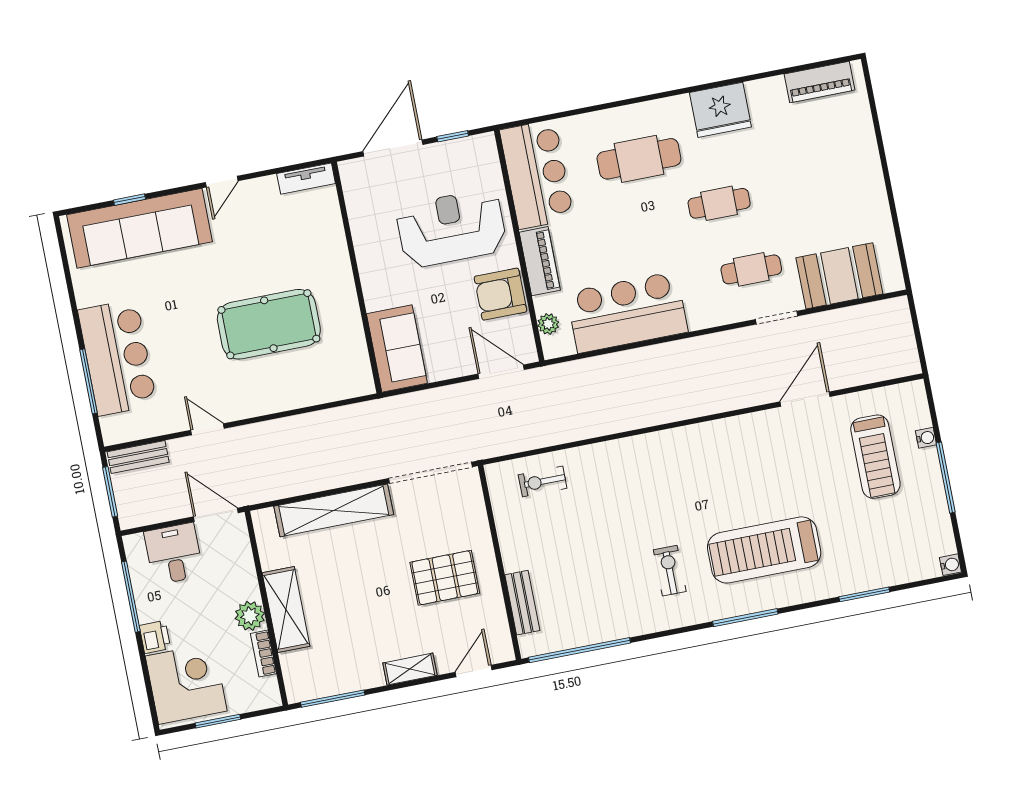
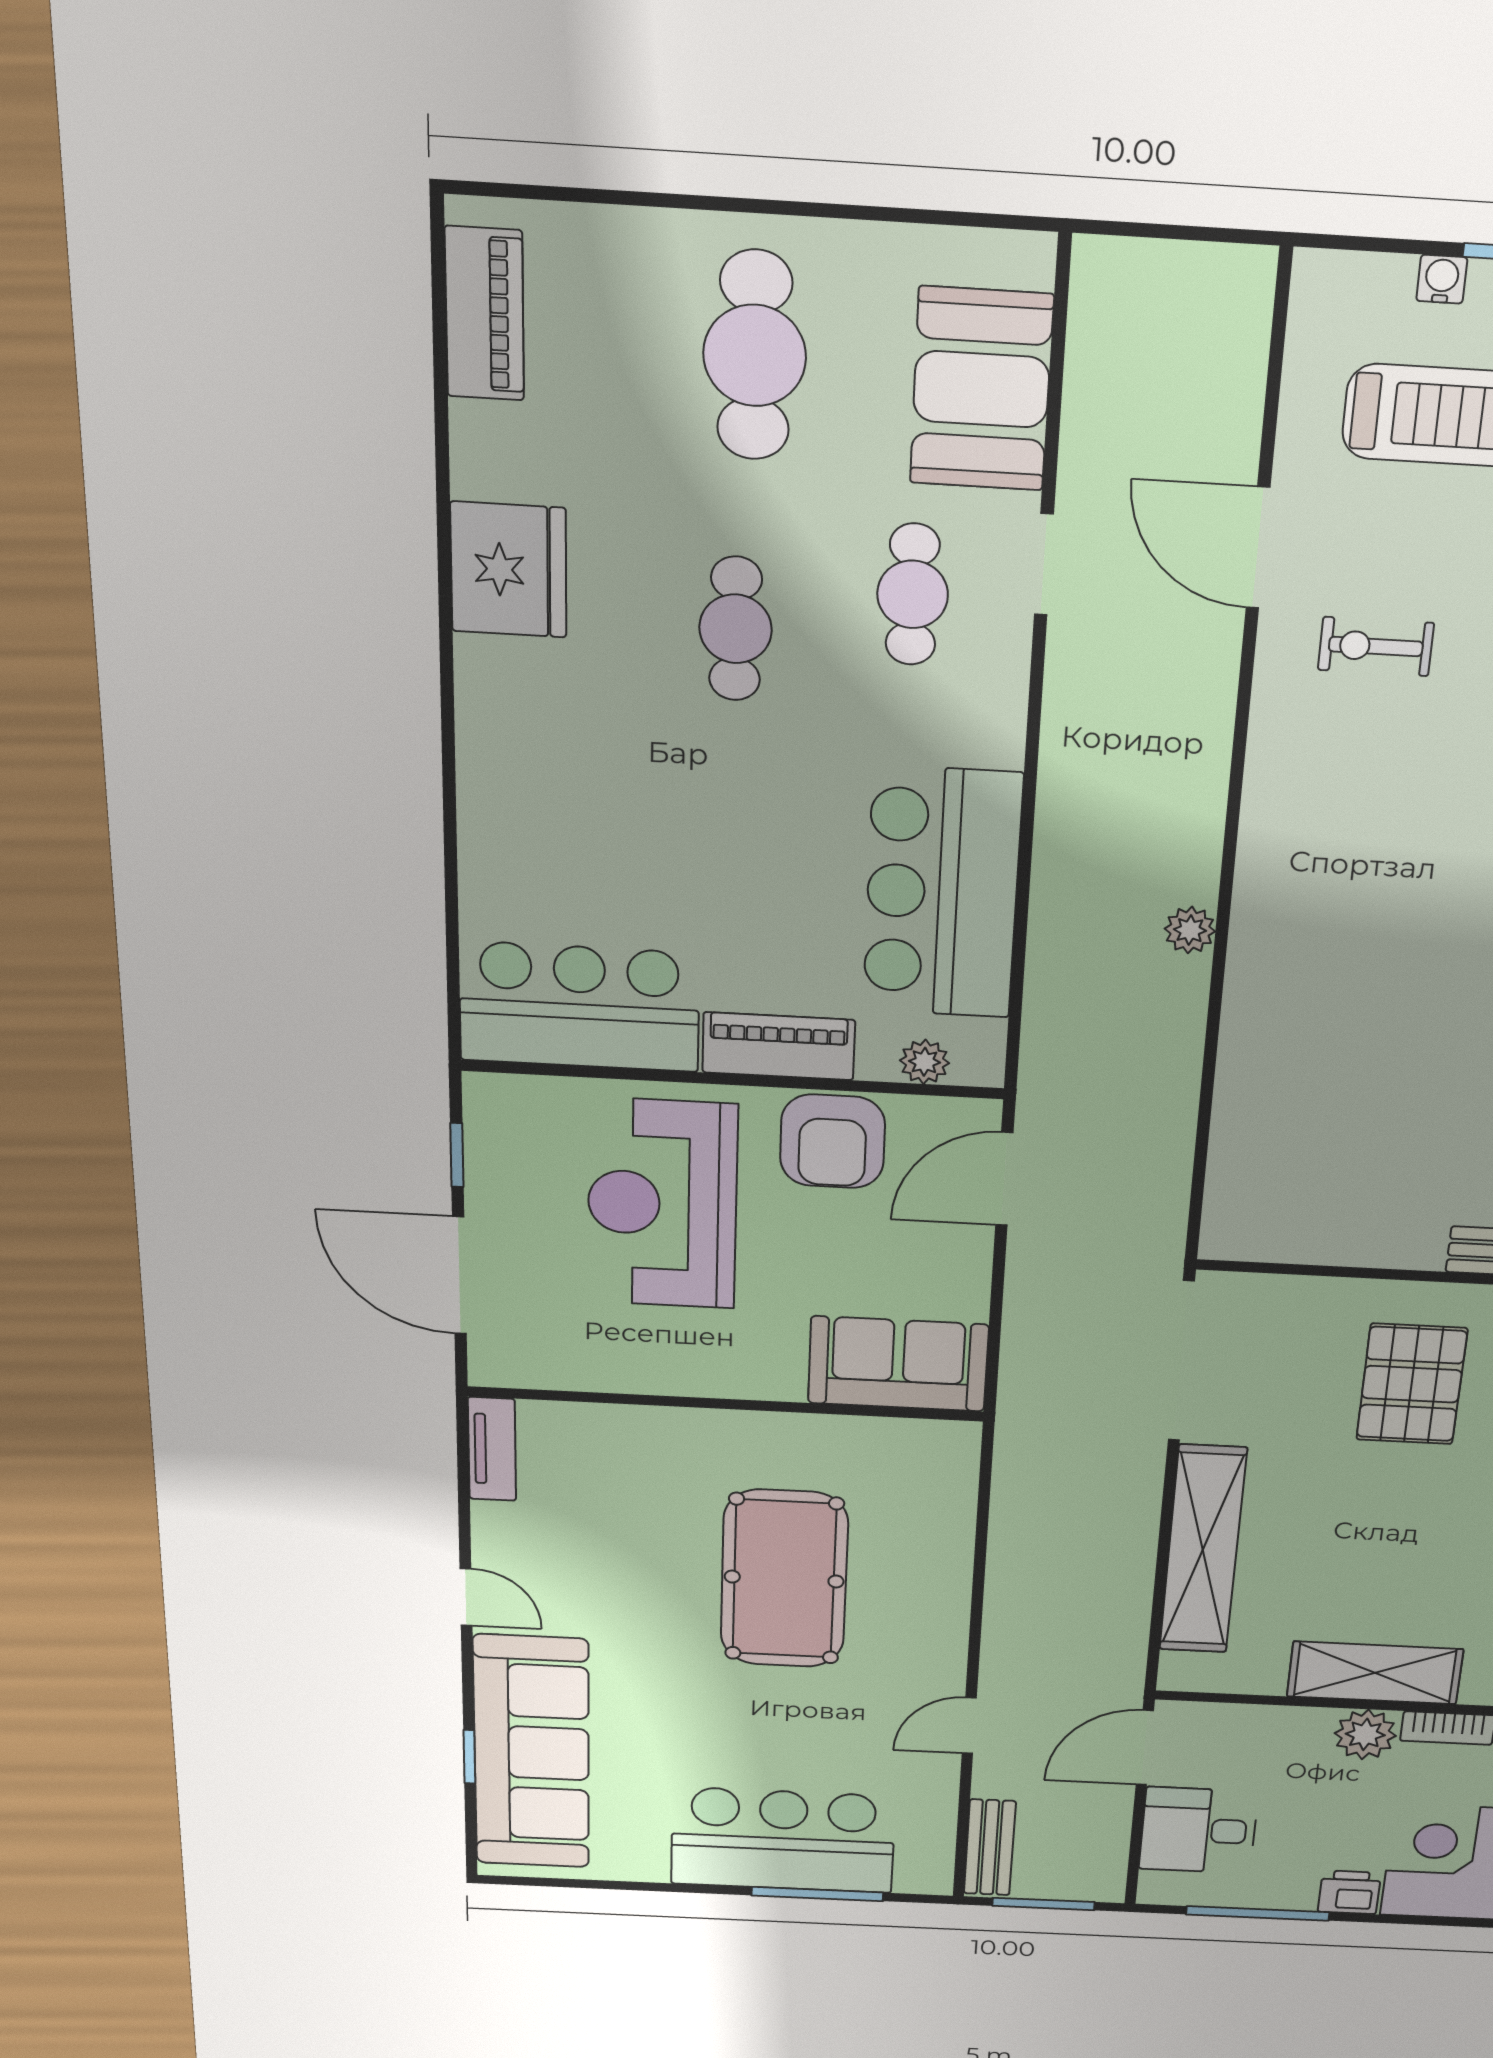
cafe table: (639, 159) -> (755, 355), moved
plant: (637, 418) -> (1190, 930), added
exercise bike: (543, 481) -> (1376, 646), moved, turned 90

